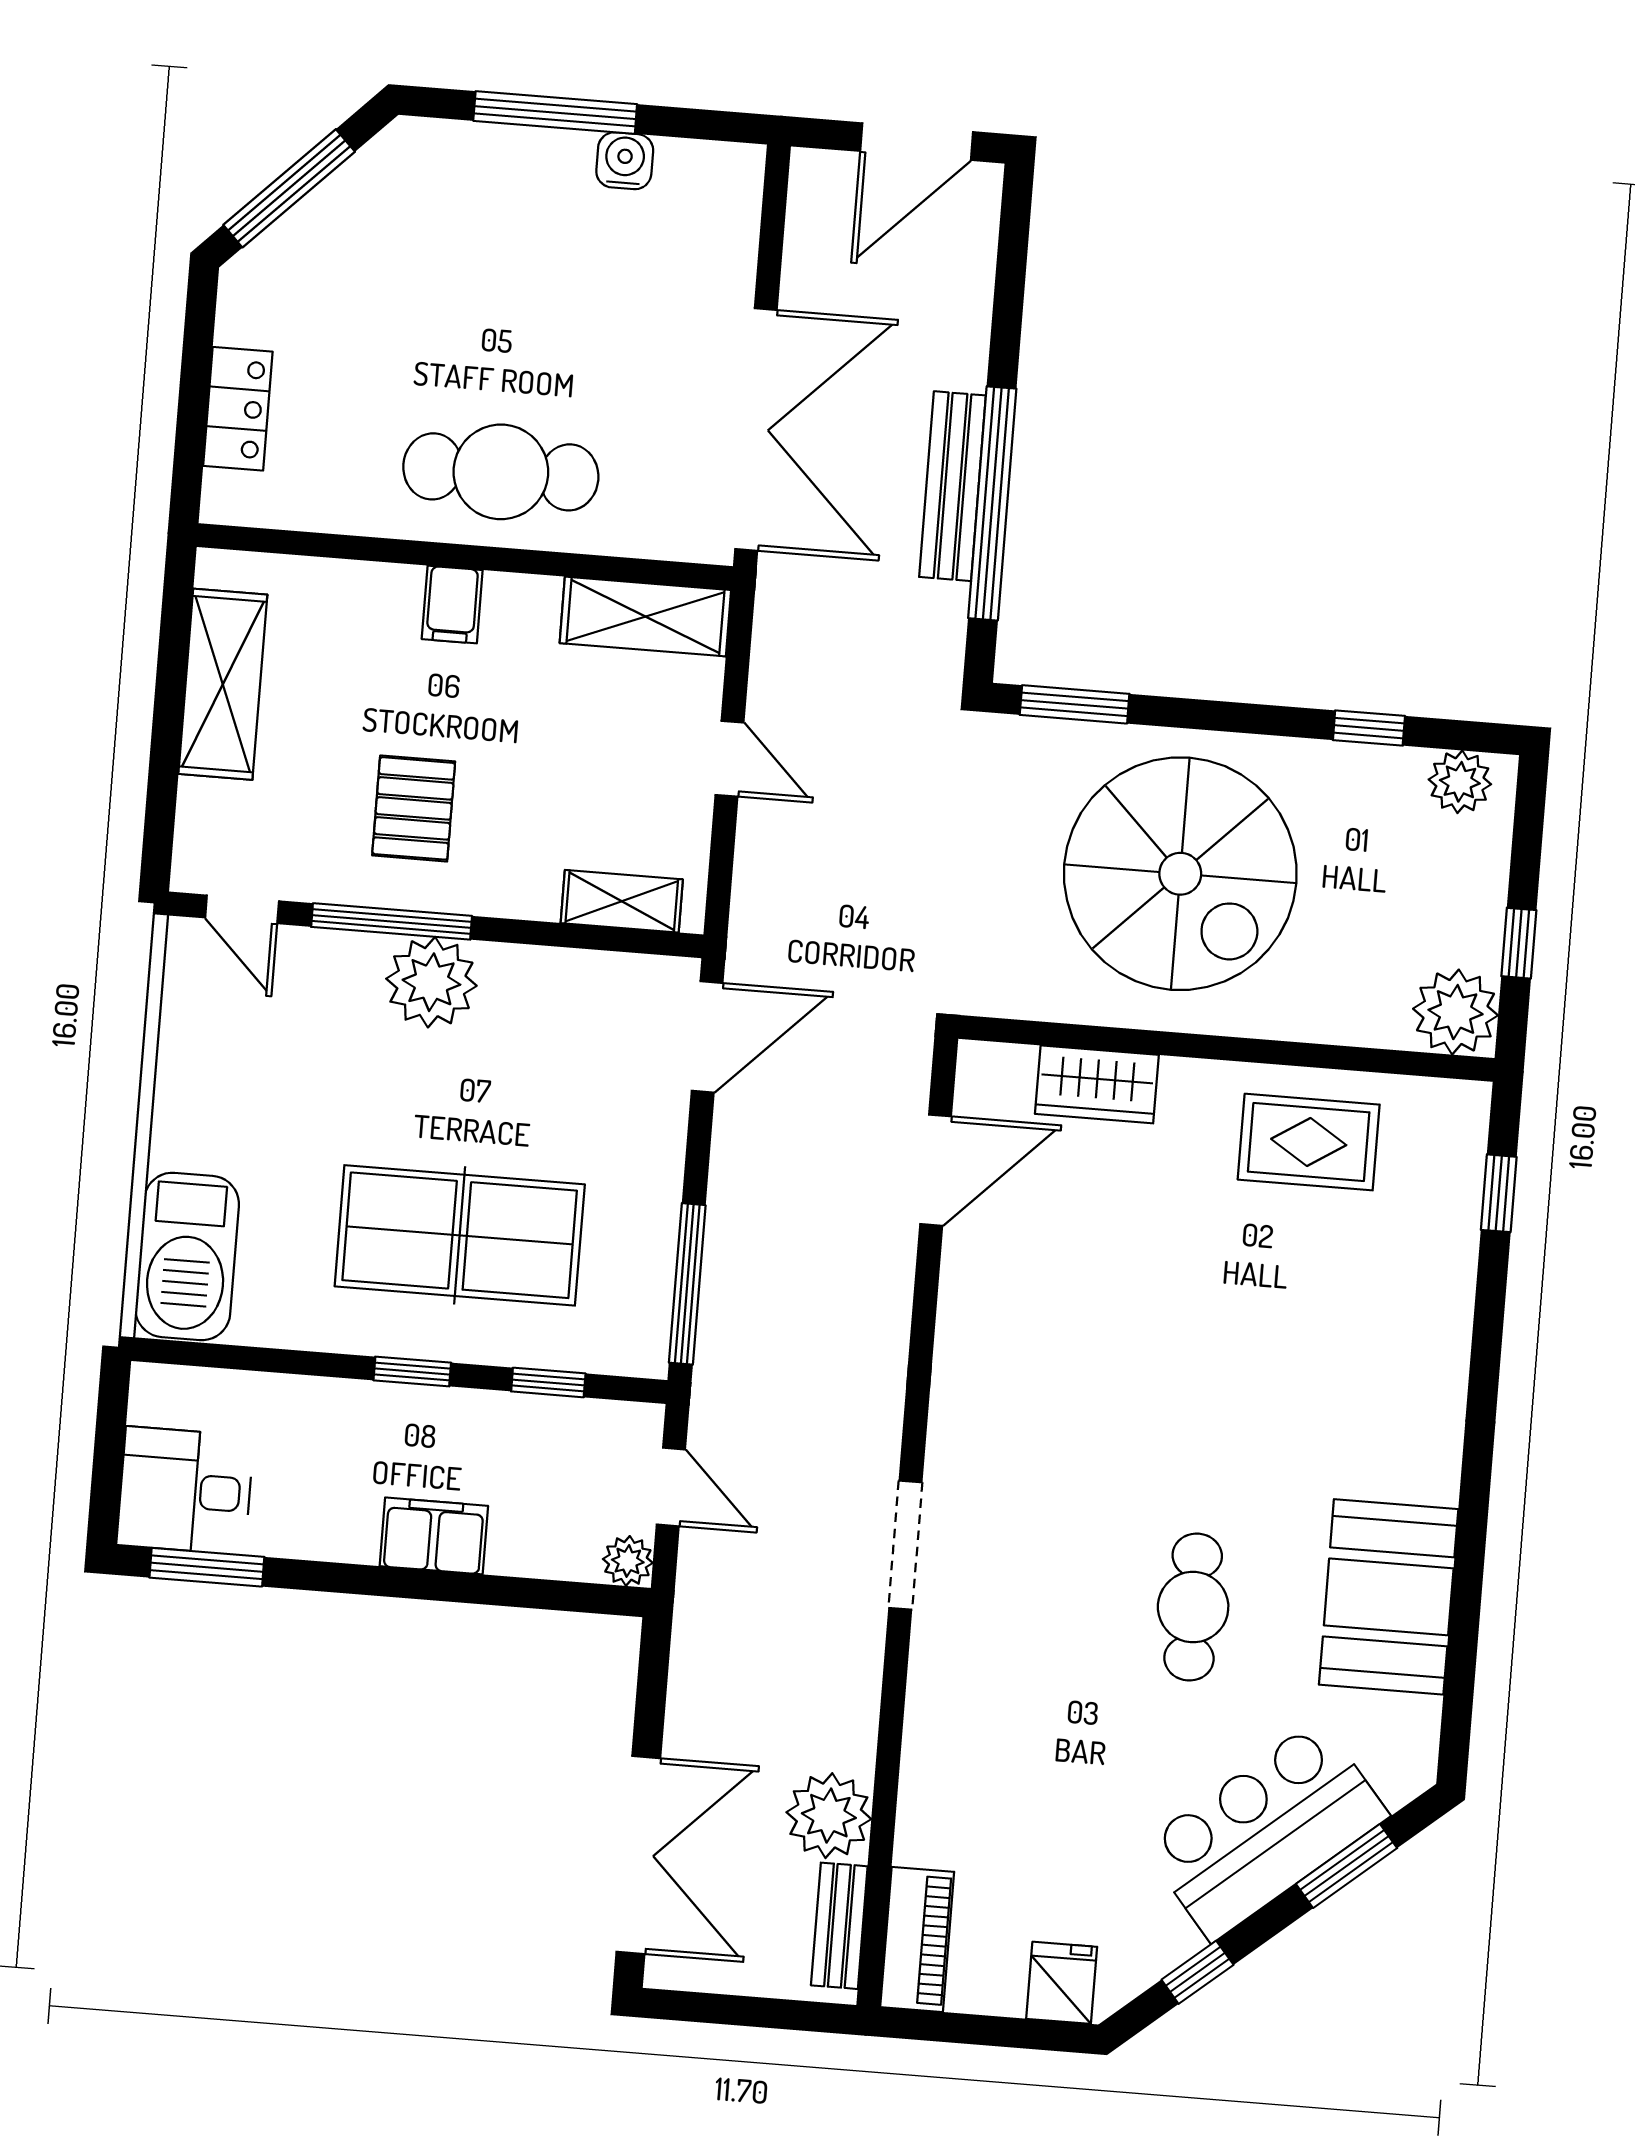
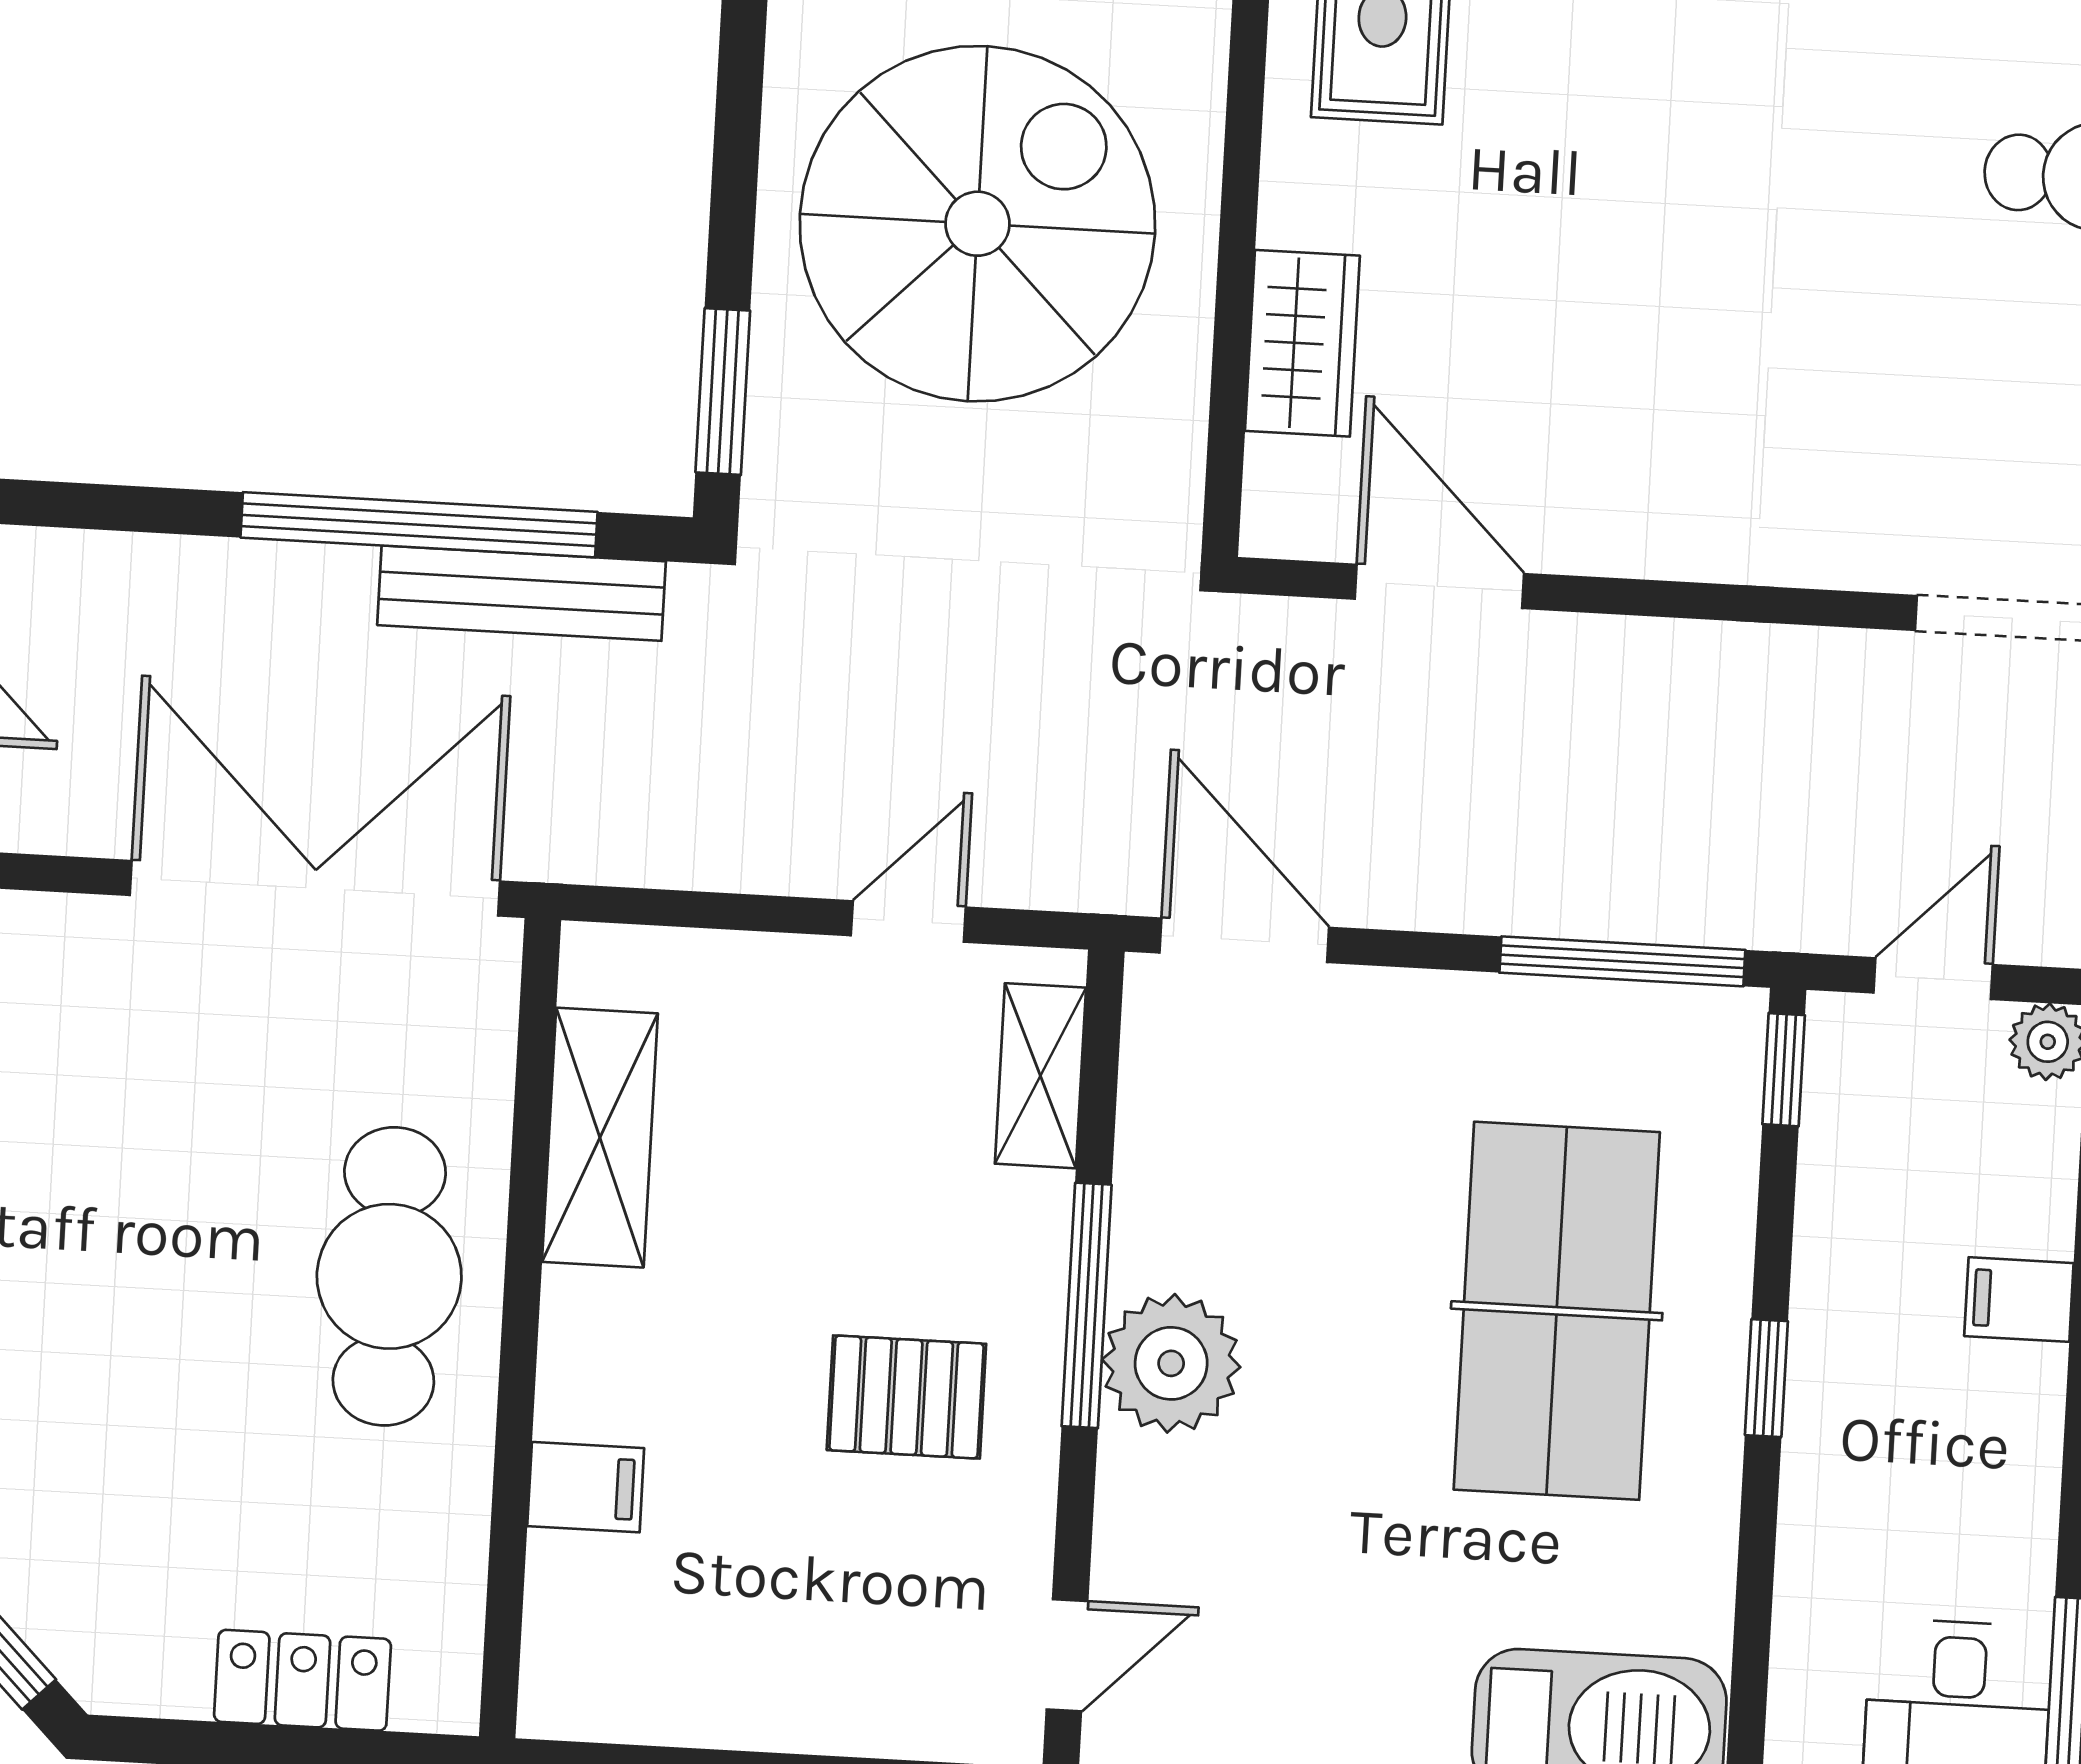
bench: (953, 486) -> (522, 593), moved
filing cabinet: (452, 605) -> (586, 1487), moved
shelving: (645, 617) -> (600, 1138), moved
shelving: (223, 684) -> (724, 1693), removed
door: (730, 759) -> (908, 921), moved
window: (392, 921) -> (1087, 1305), moved
window: (548, 1382) -> (1784, 1070), moved
filing cabinet: (434, 1536) -> (2019, 1300), width x0.50

